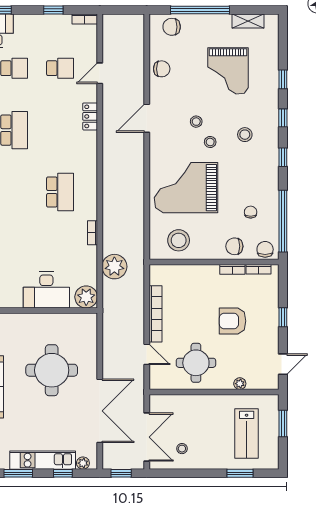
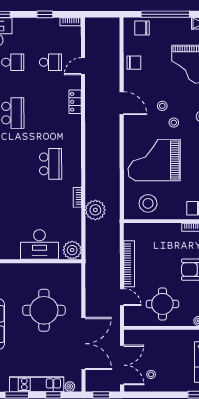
door: (147, 118) -> (122, 103), swing flipped
plant: (114, 267) -> (95, 210), moved

